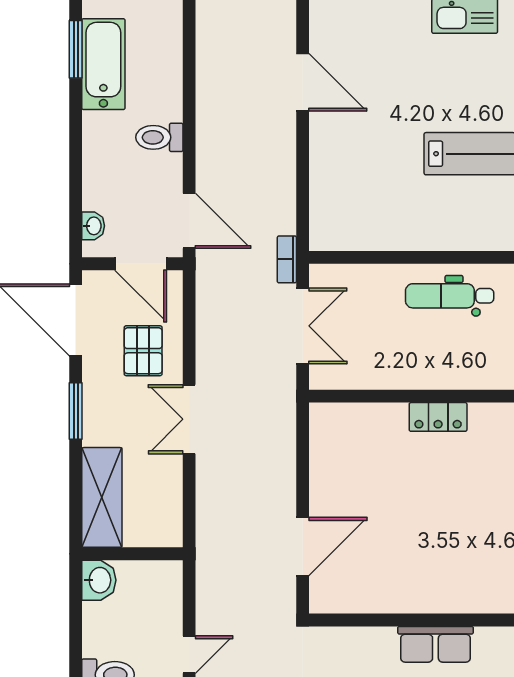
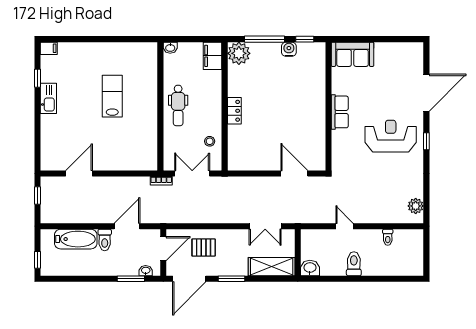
window: (76, 49) -> (131, 279), moved
bathtub: (103, 64) -> (76, 239), moved, turned 180
door: (189, 221) -> (127, 226), moved
stool: (372, 364) -> (210, 141), added
double door: (189, 419) -> (265, 226), moved

